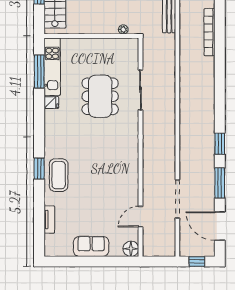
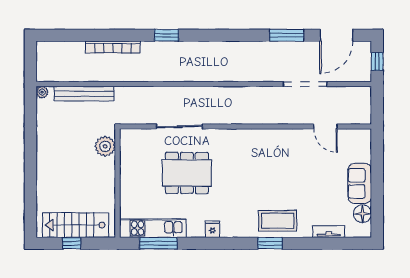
plant: (123, 29) -> (105, 146), width x1.87, depth x1.87
fridge: (51, 103) -> (212, 229), moved
window: (220, 144) -> (167, 35), moved
floor lamp: (131, 249) -> (362, 214), moved

